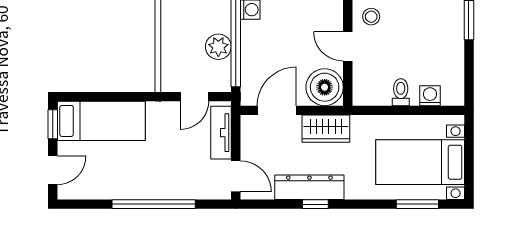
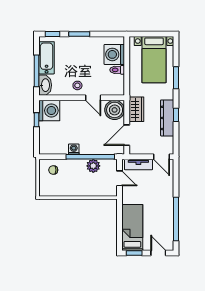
door: (348, 46) -> (93, 98), hinge flipped
washing machine: (430, 96) -> (114, 54), width x1.89, depth x1.89
door: (277, 110) -> (127, 135), hinge flipped
door: (236, 176) -> (161, 157), swing flipped
window: (154, 204) -> (176, 219), moved
window: (417, 204) -> (176, 78), moved

